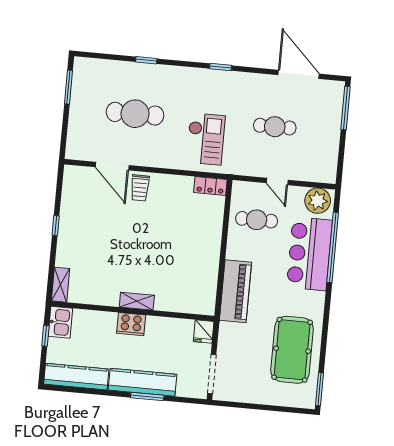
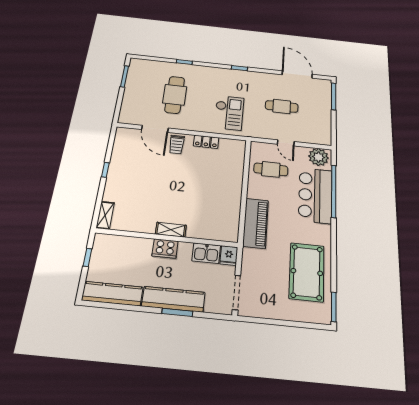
cafe table: (135, 114) -> (175, 95), turned 90
locker: (210, 186) -> (206, 142), moved
kitchen sink: (60, 322) -> (206, 253), moved, turned 90

